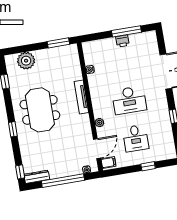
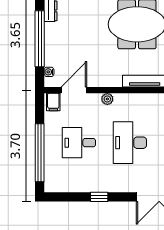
door: (97, 149) -> (74, 90), swing flipped
window: (148, 166) -> (40, 153), width x3.17

